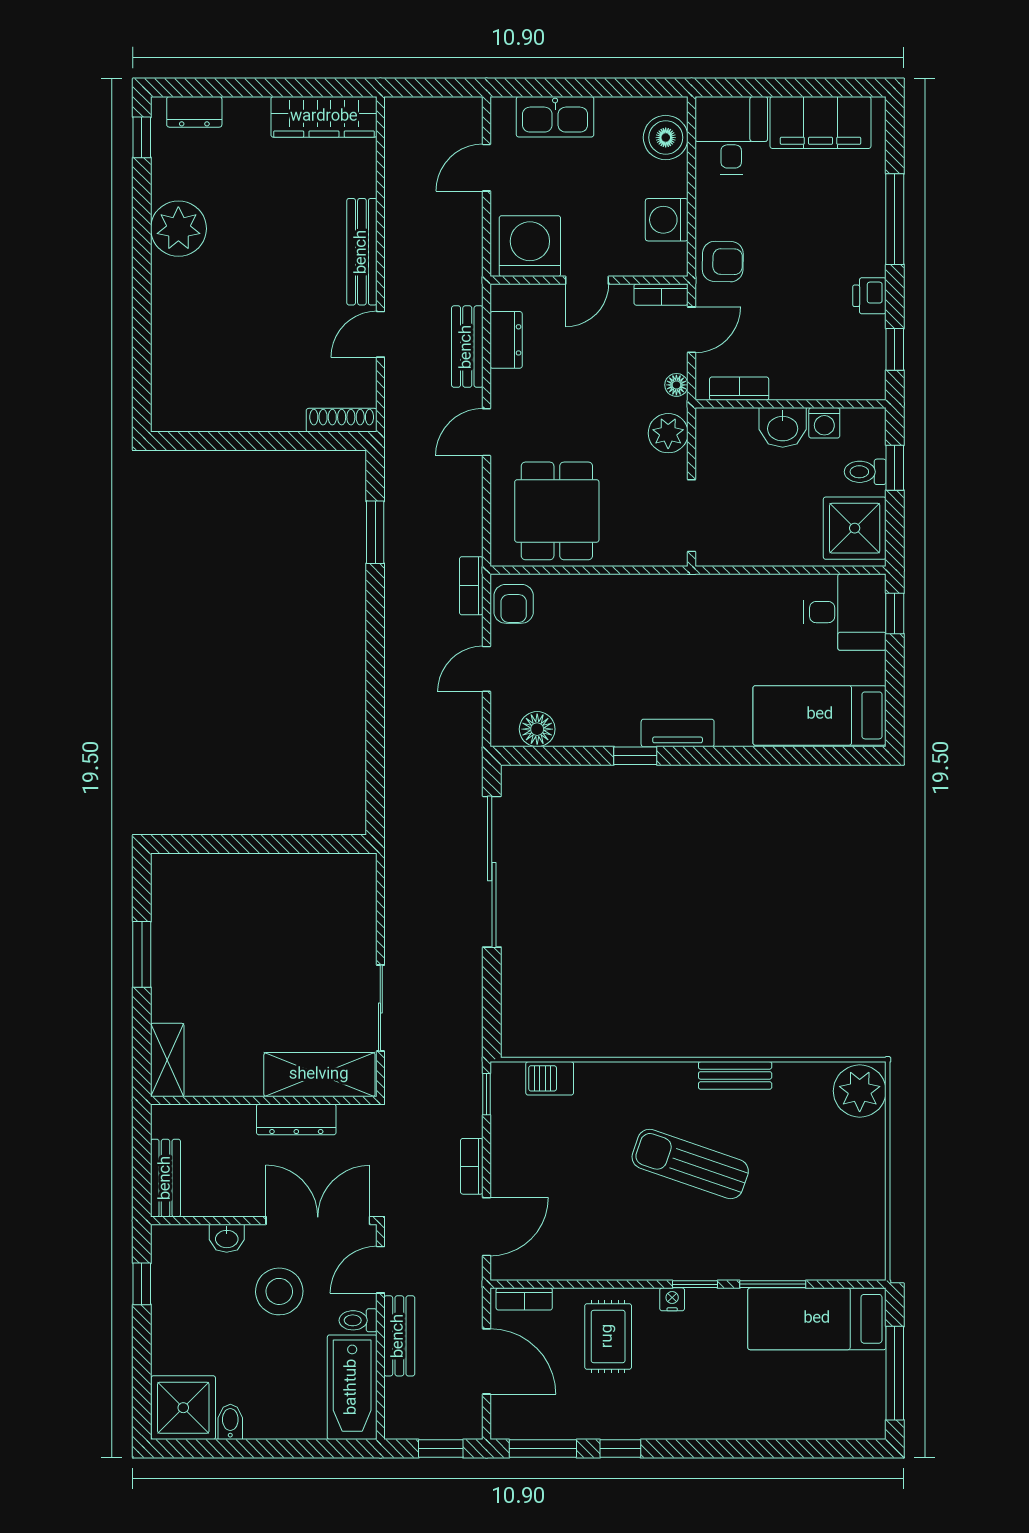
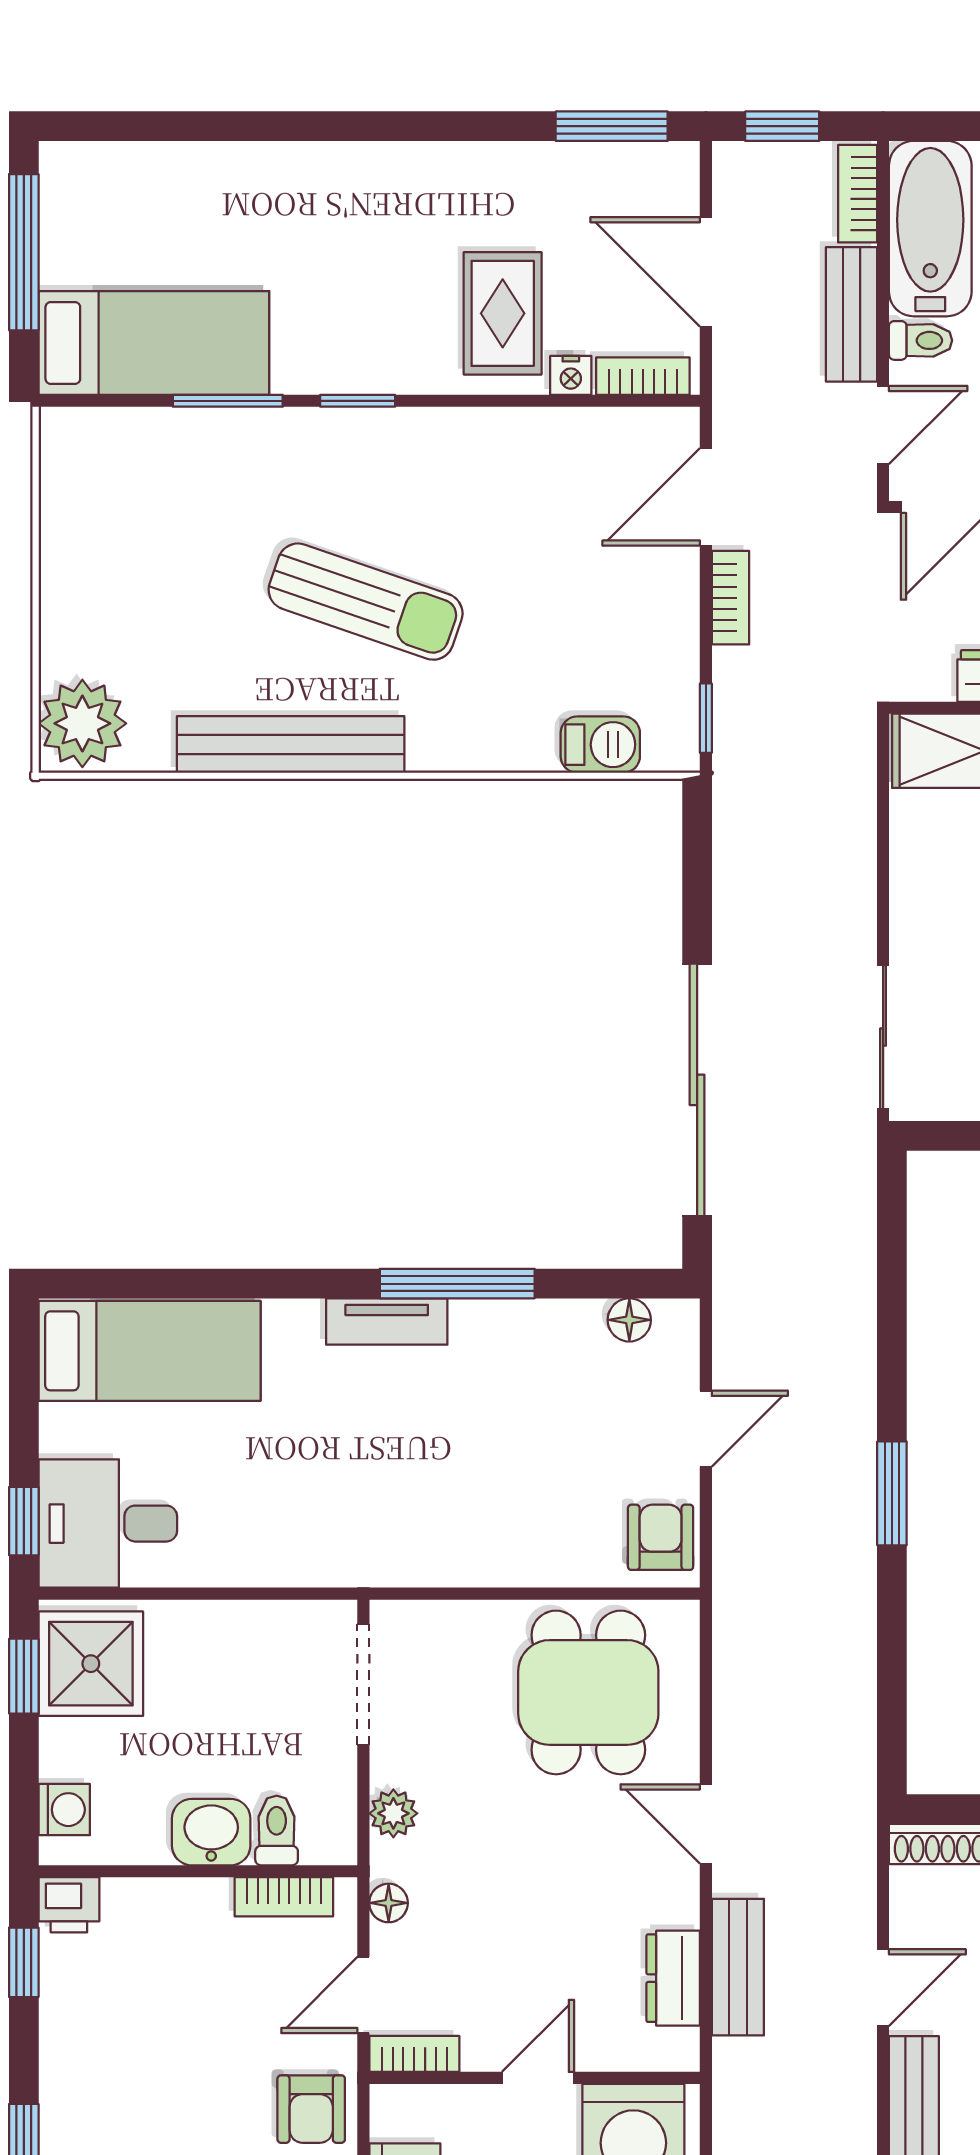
armchair: (723, 262) -> (311, 2109), turned -91
printer: (869, 296) -> (69, 1905), moved, turned 90
washing machine: (824, 423) -> (64, 1810), moved, turned 90
door: (486, 432) -> (706, 1824), swing flipped
plant: (668, 433) -> (393, 1813), width x0.73, depth x0.73
window: (895, 468) -> (24, 1676), moved
toilet: (865, 472) -> (277, 1830), moved, turned -90
window: (375, 532) -> (892, 1493), moved
bookcase: (471, 586) -> (858, 194), moved, turned 180
floor lamp: (537, 729) -> (629, 1320), width x0.73, depth x0.73
window: (635, 756) -> (457, 1284), width x2.17
sliding door: (380, 1008) -> (883, 1037), moved
bench: (735, 1075) -> (291, 744), width x1.86, depth x1.21
nightstand: (672, 1299) -> (571, 375), moved
window: (620, 1449) -> (482, 126), removed

